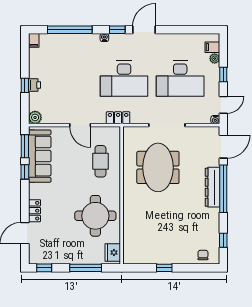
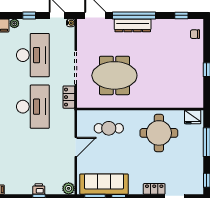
locker: (118, 118) -> (69, 97), moved

